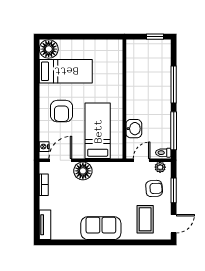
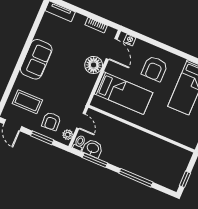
armchair: (61, 111) -> (155, 69), turned -90
washbasin: (134, 129) -> (93, 148), moved, turned 180
window: (174, 131) -> (95, 160), width x0.69

